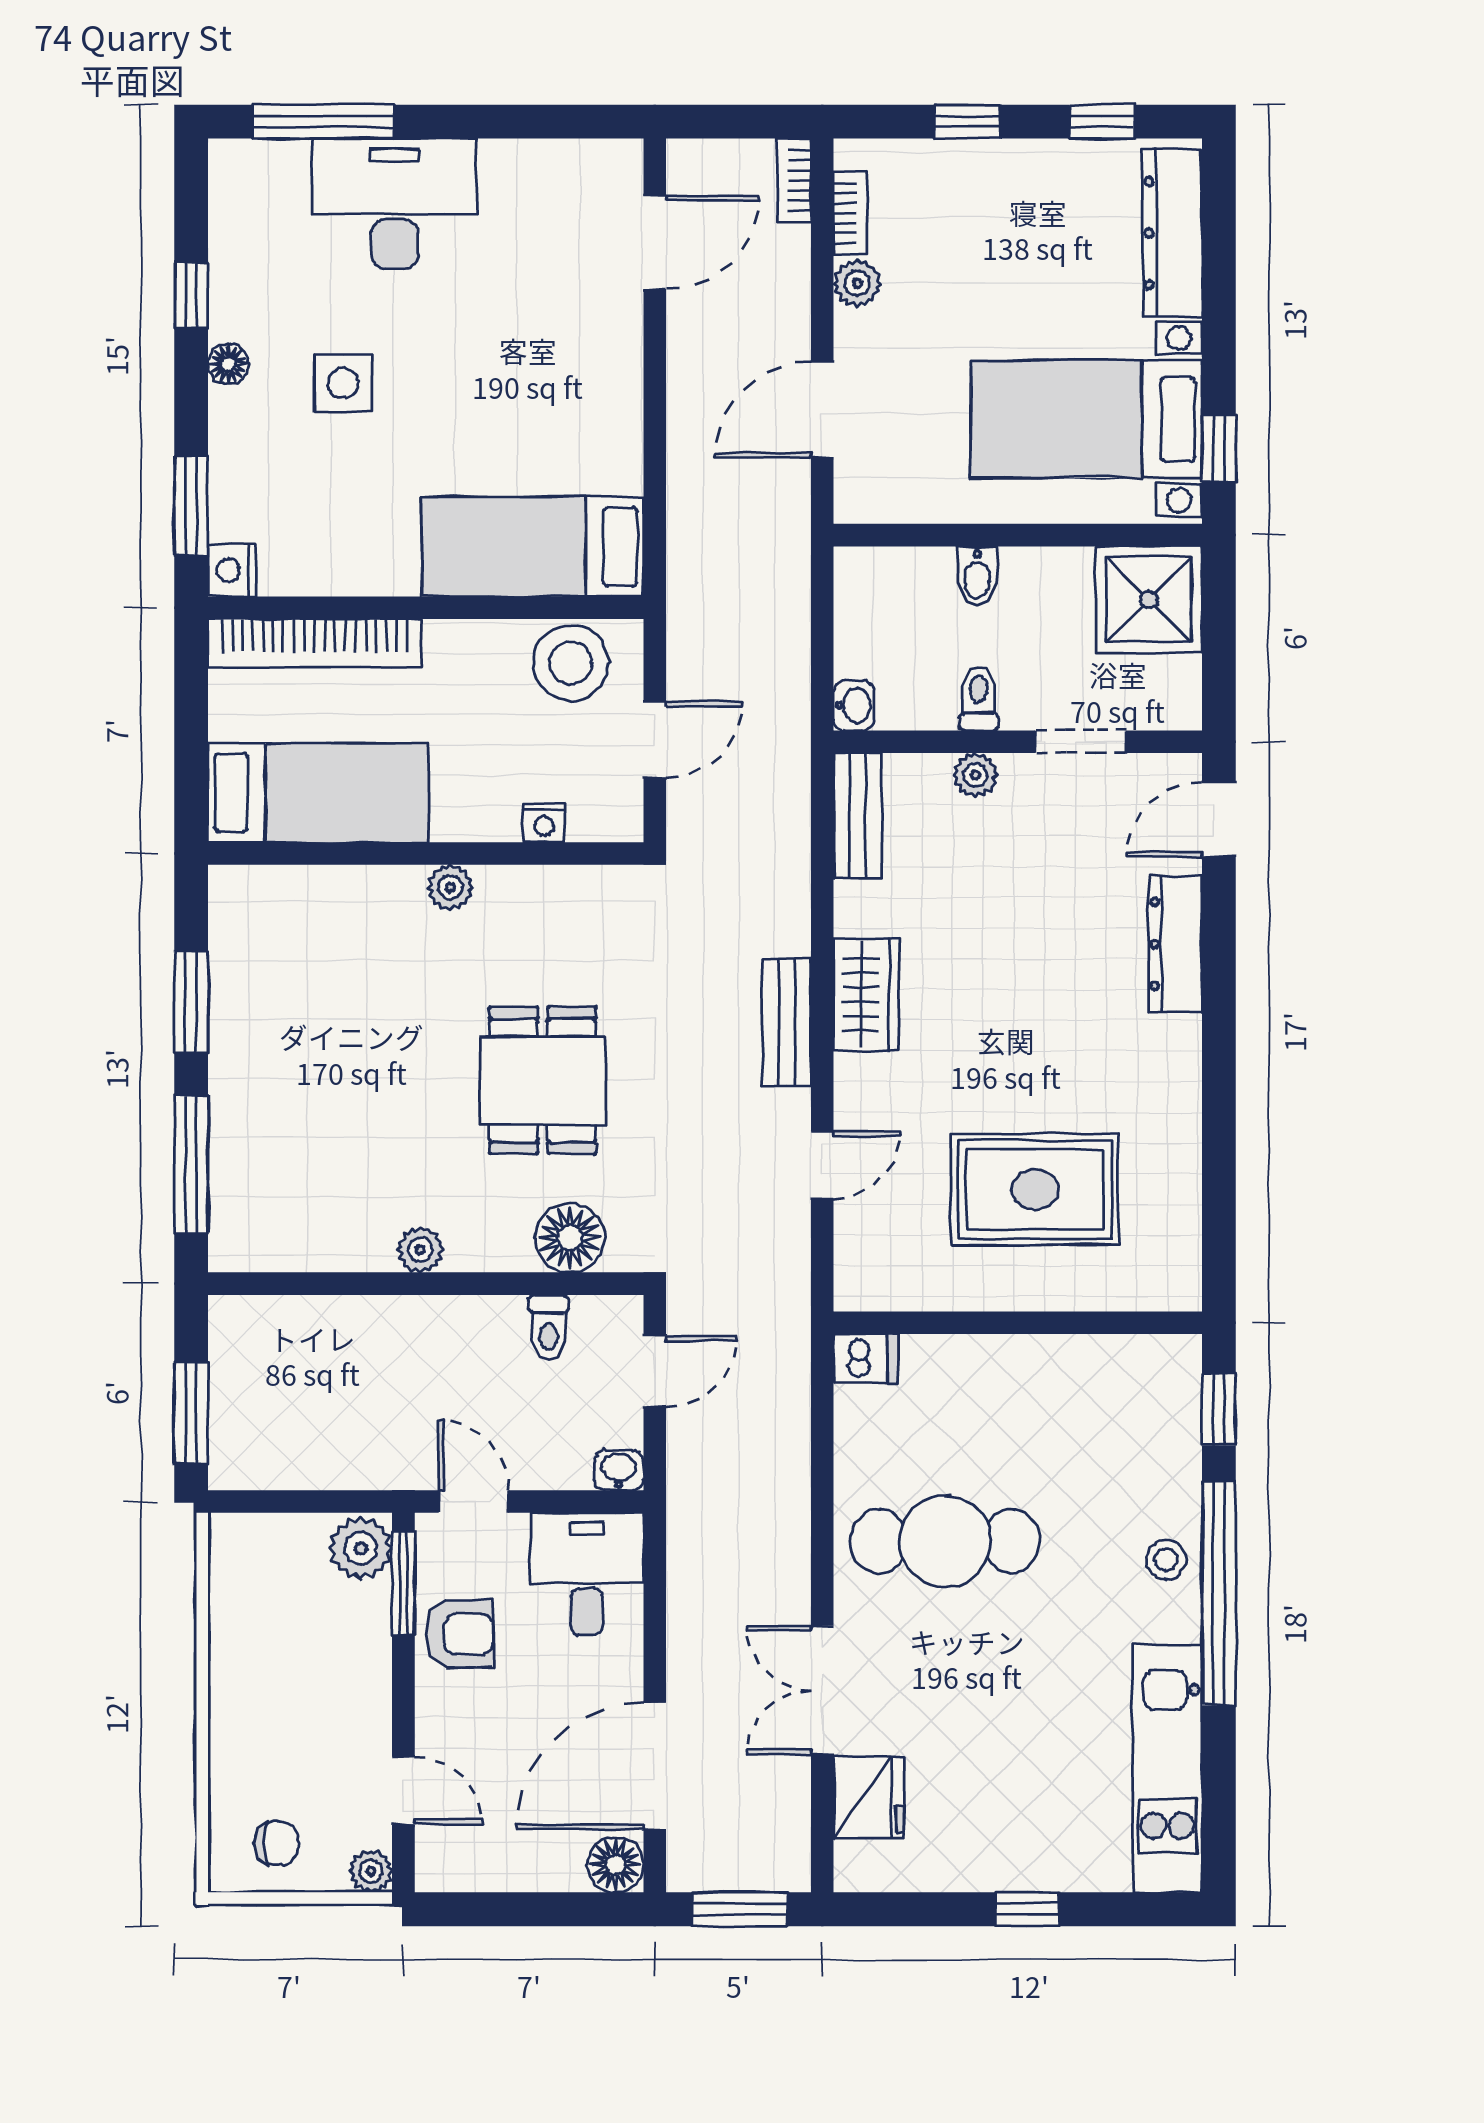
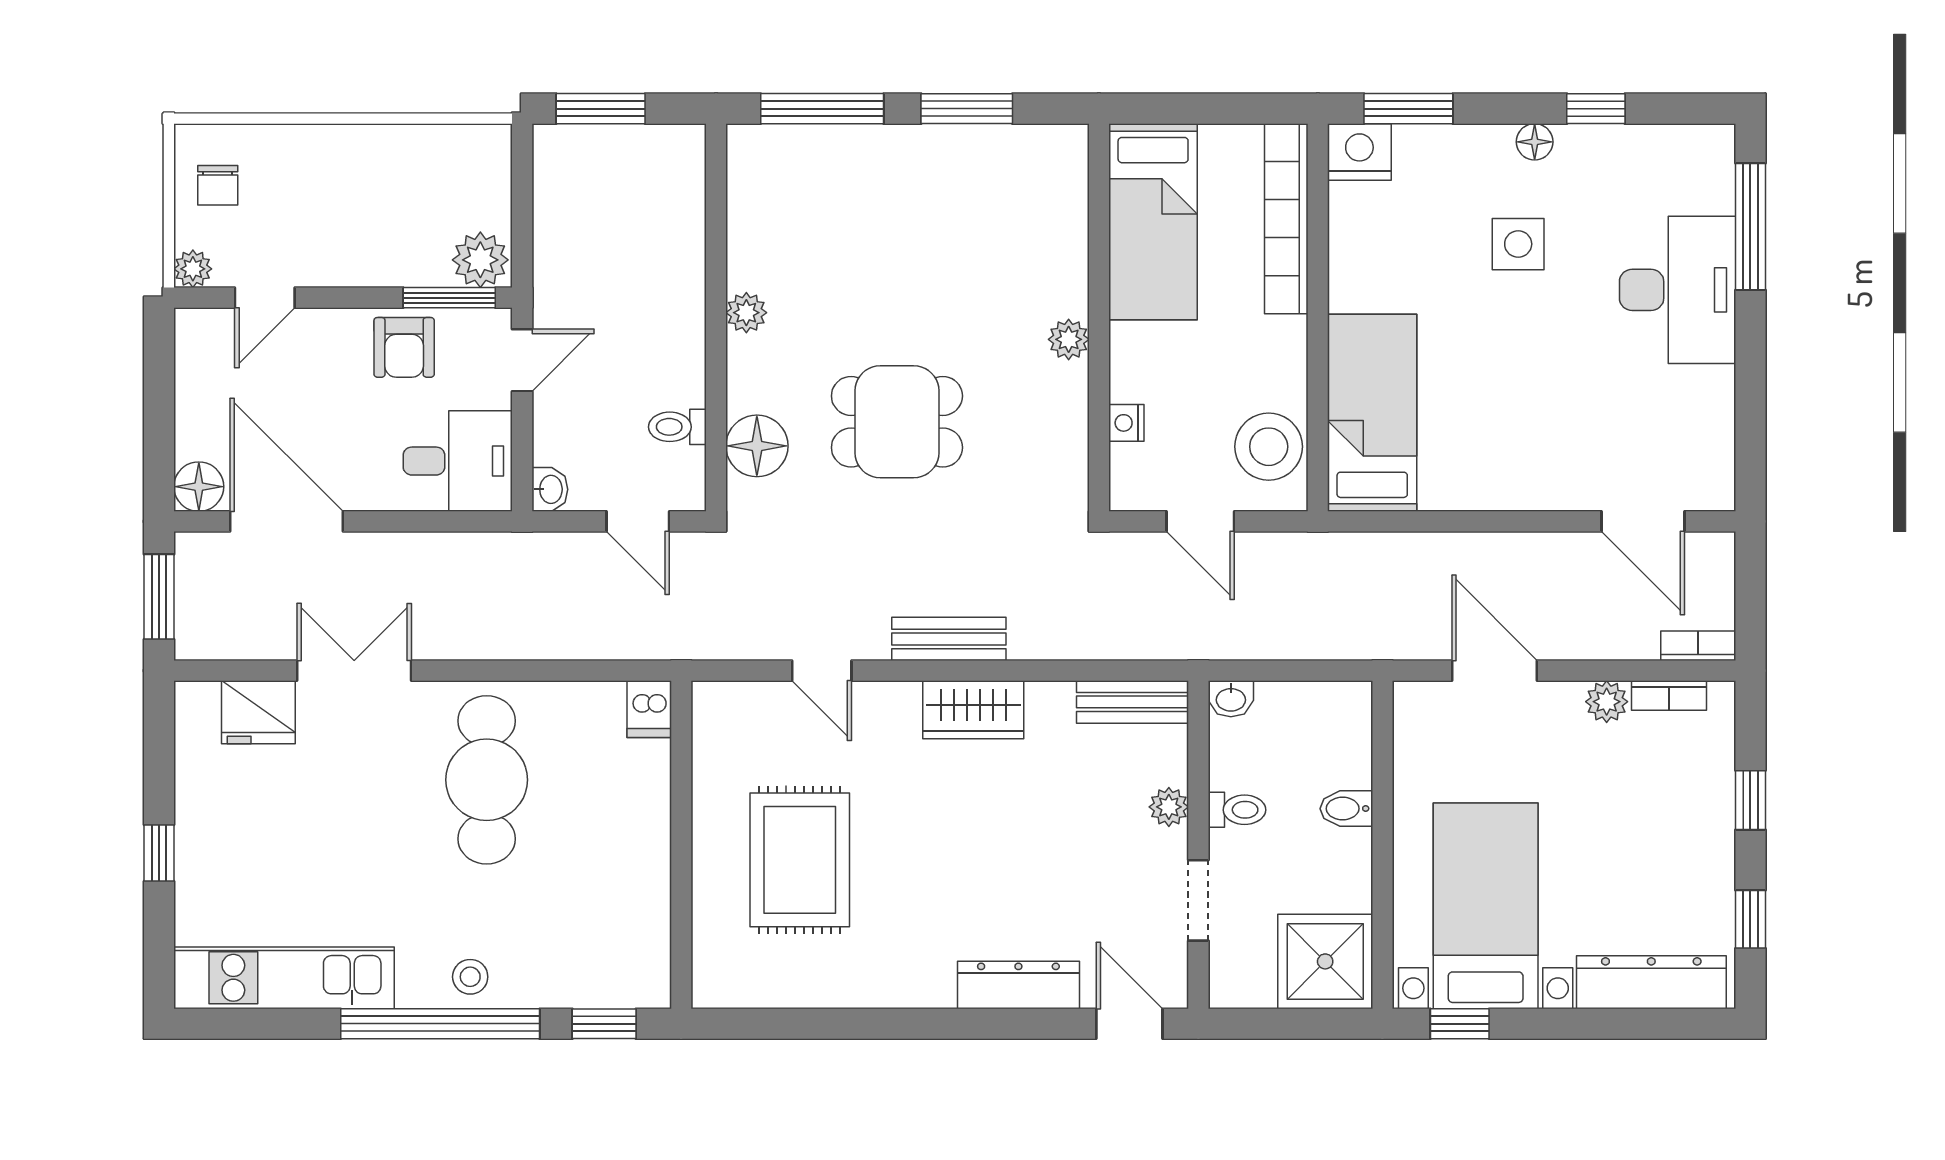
nightstand: (232, 570) -> (1359, 152), width x1.36, depth x1.33

